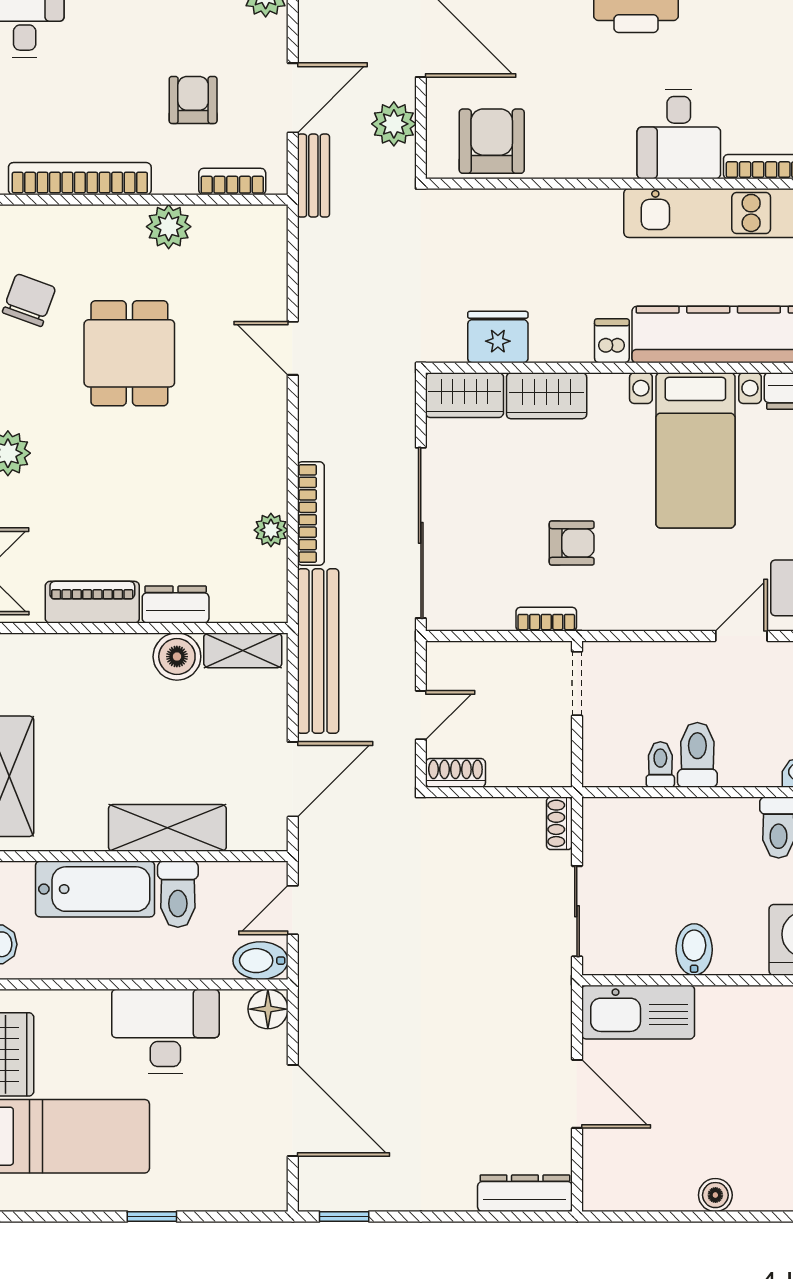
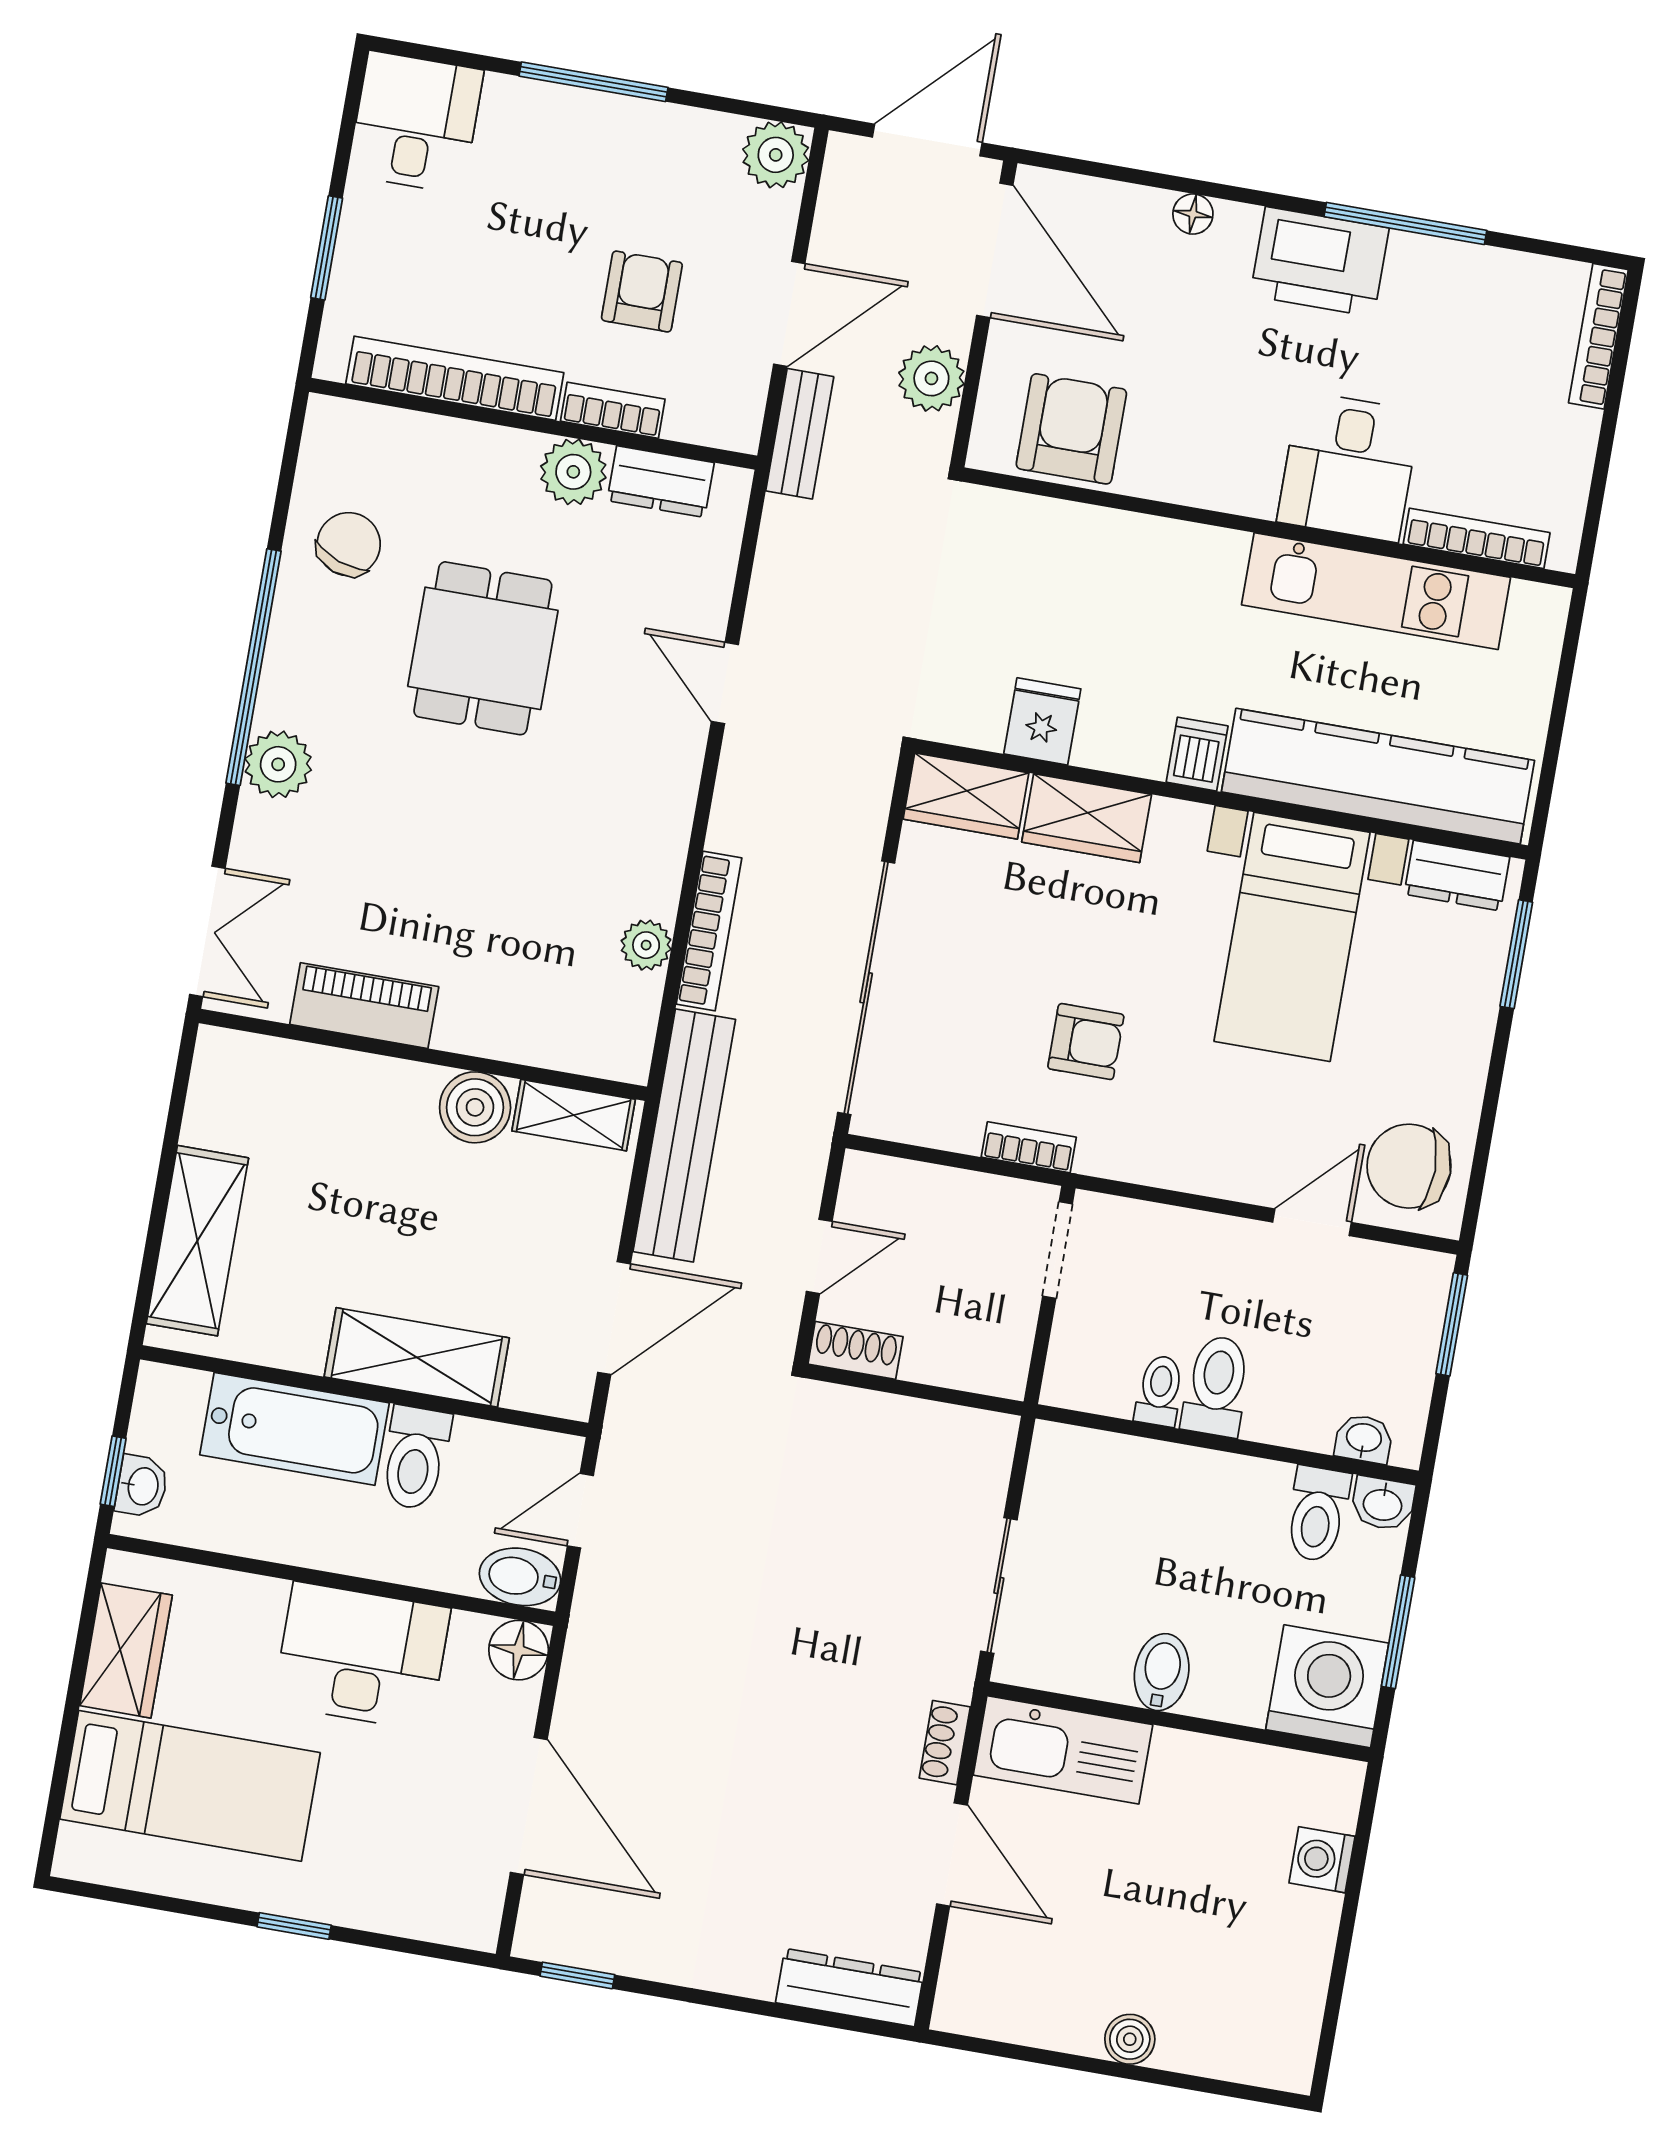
bookcase: (232, 182) -> (613, 410), moved
fridge: (498, 337) -> (1042, 721), width x0.72
dresser: (176, 605) -> (661, 482), moved, turned 180
shoe rack: (559, 823) -> (945, 1743), moved

